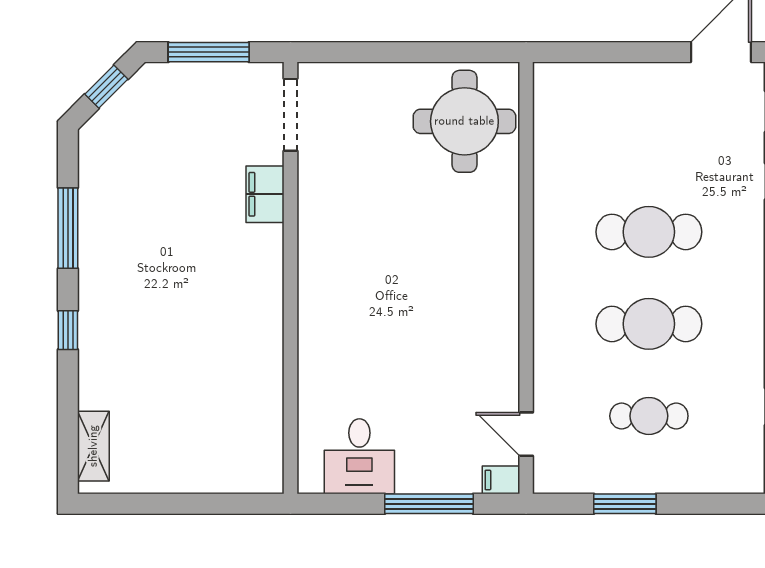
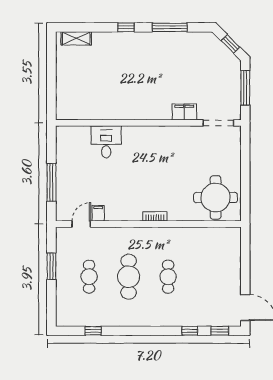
cafe table: (649, 232) -> (168, 277), width x0.73, depth x0.74
bookcase: (508, 262) -> (155, 216), added
desk: (359, 456) -> (106, 142), moved, turned 90
filing cabinet: (501, 480) -> (98, 213), moved

